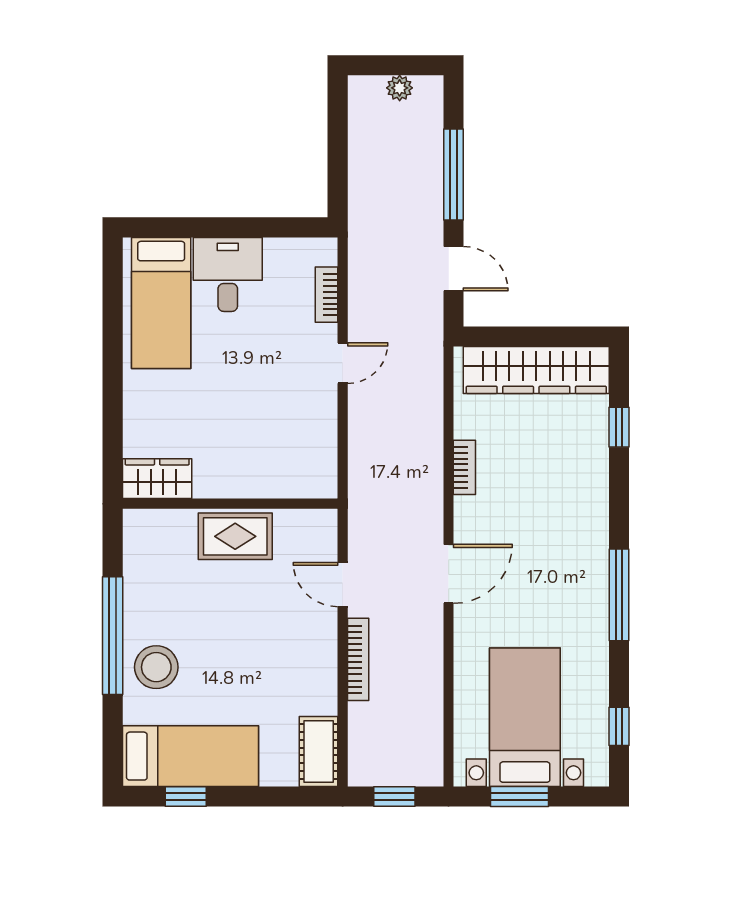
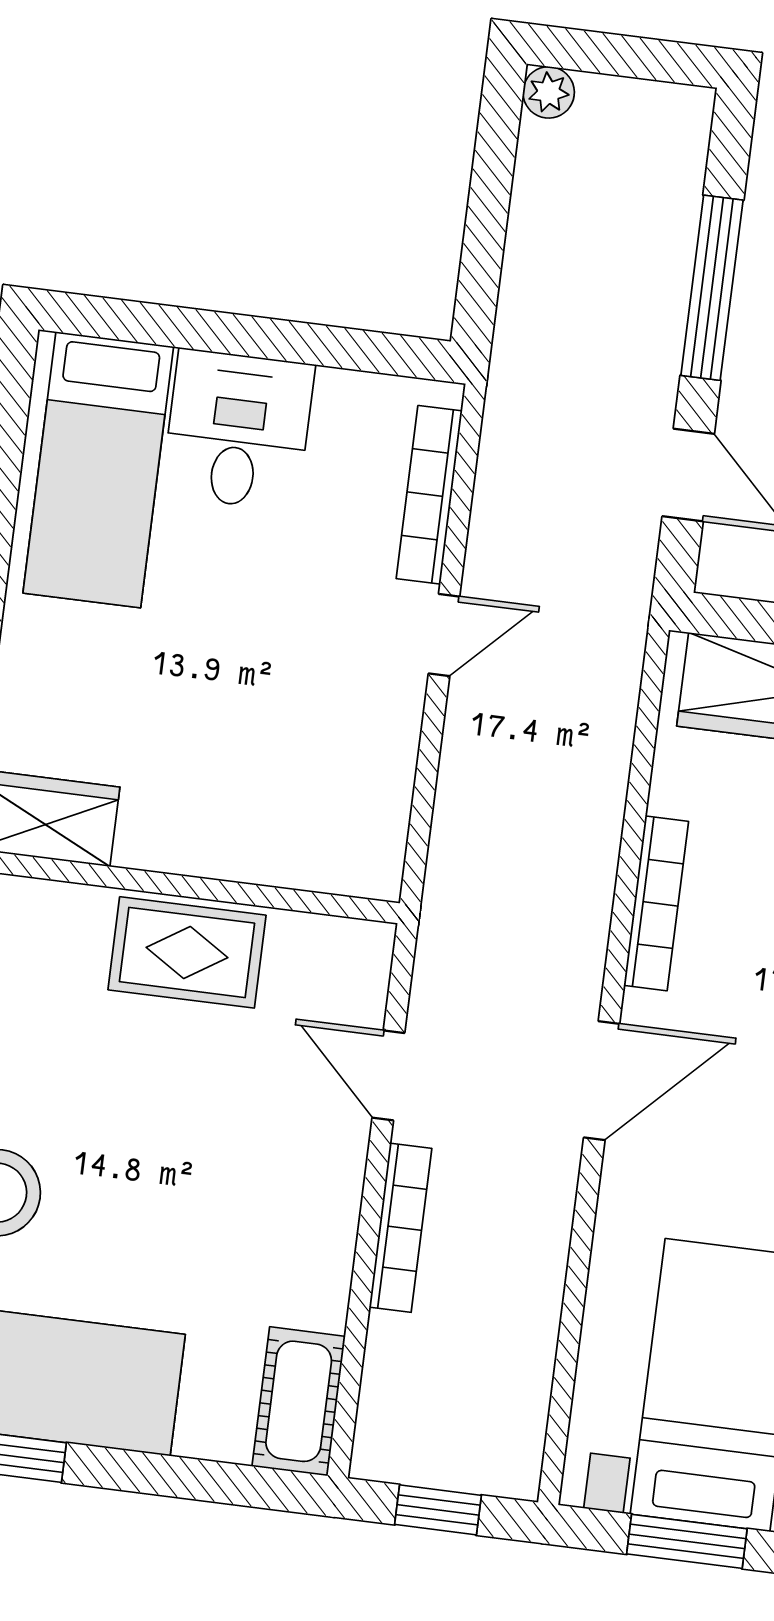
plant: (400, 88) -> (549, 92), moved
bookcase: (327, 295) -> (429, 495), width x1.56
bookcase: (464, 467) -> (656, 903), width x1.56

